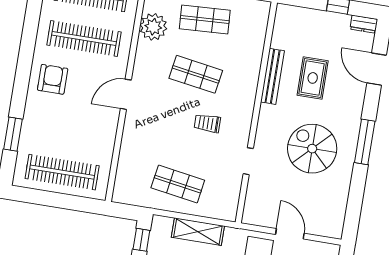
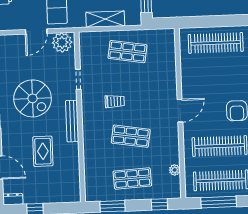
plant: (153, 27) -> (175, 170), width x0.53, depth x0.53
bench: (273, 76) -> (72, 121), moved
plant: (260, 213) -> (62, 42), added
door: (290, 234) -> (36, 31), hinge flipped

